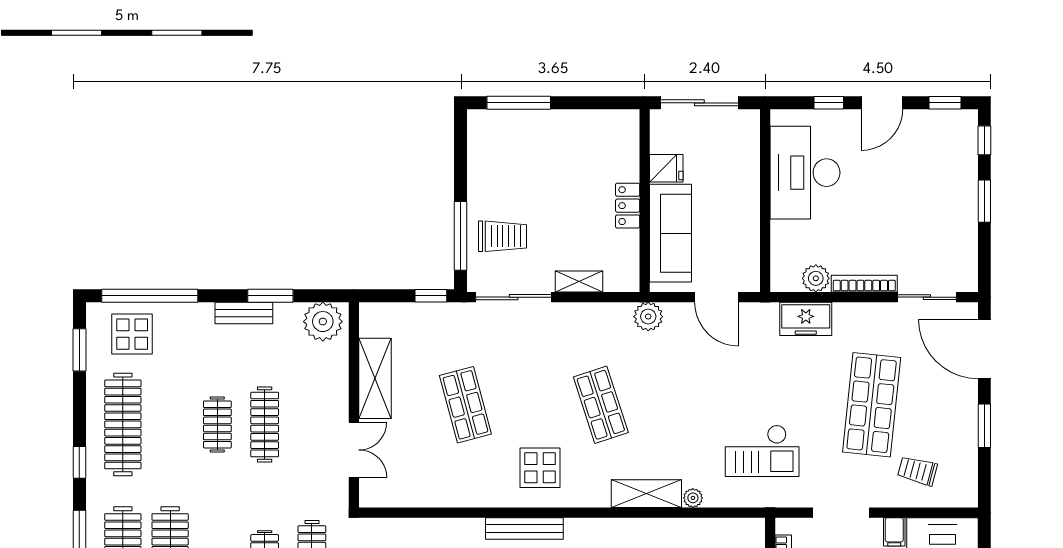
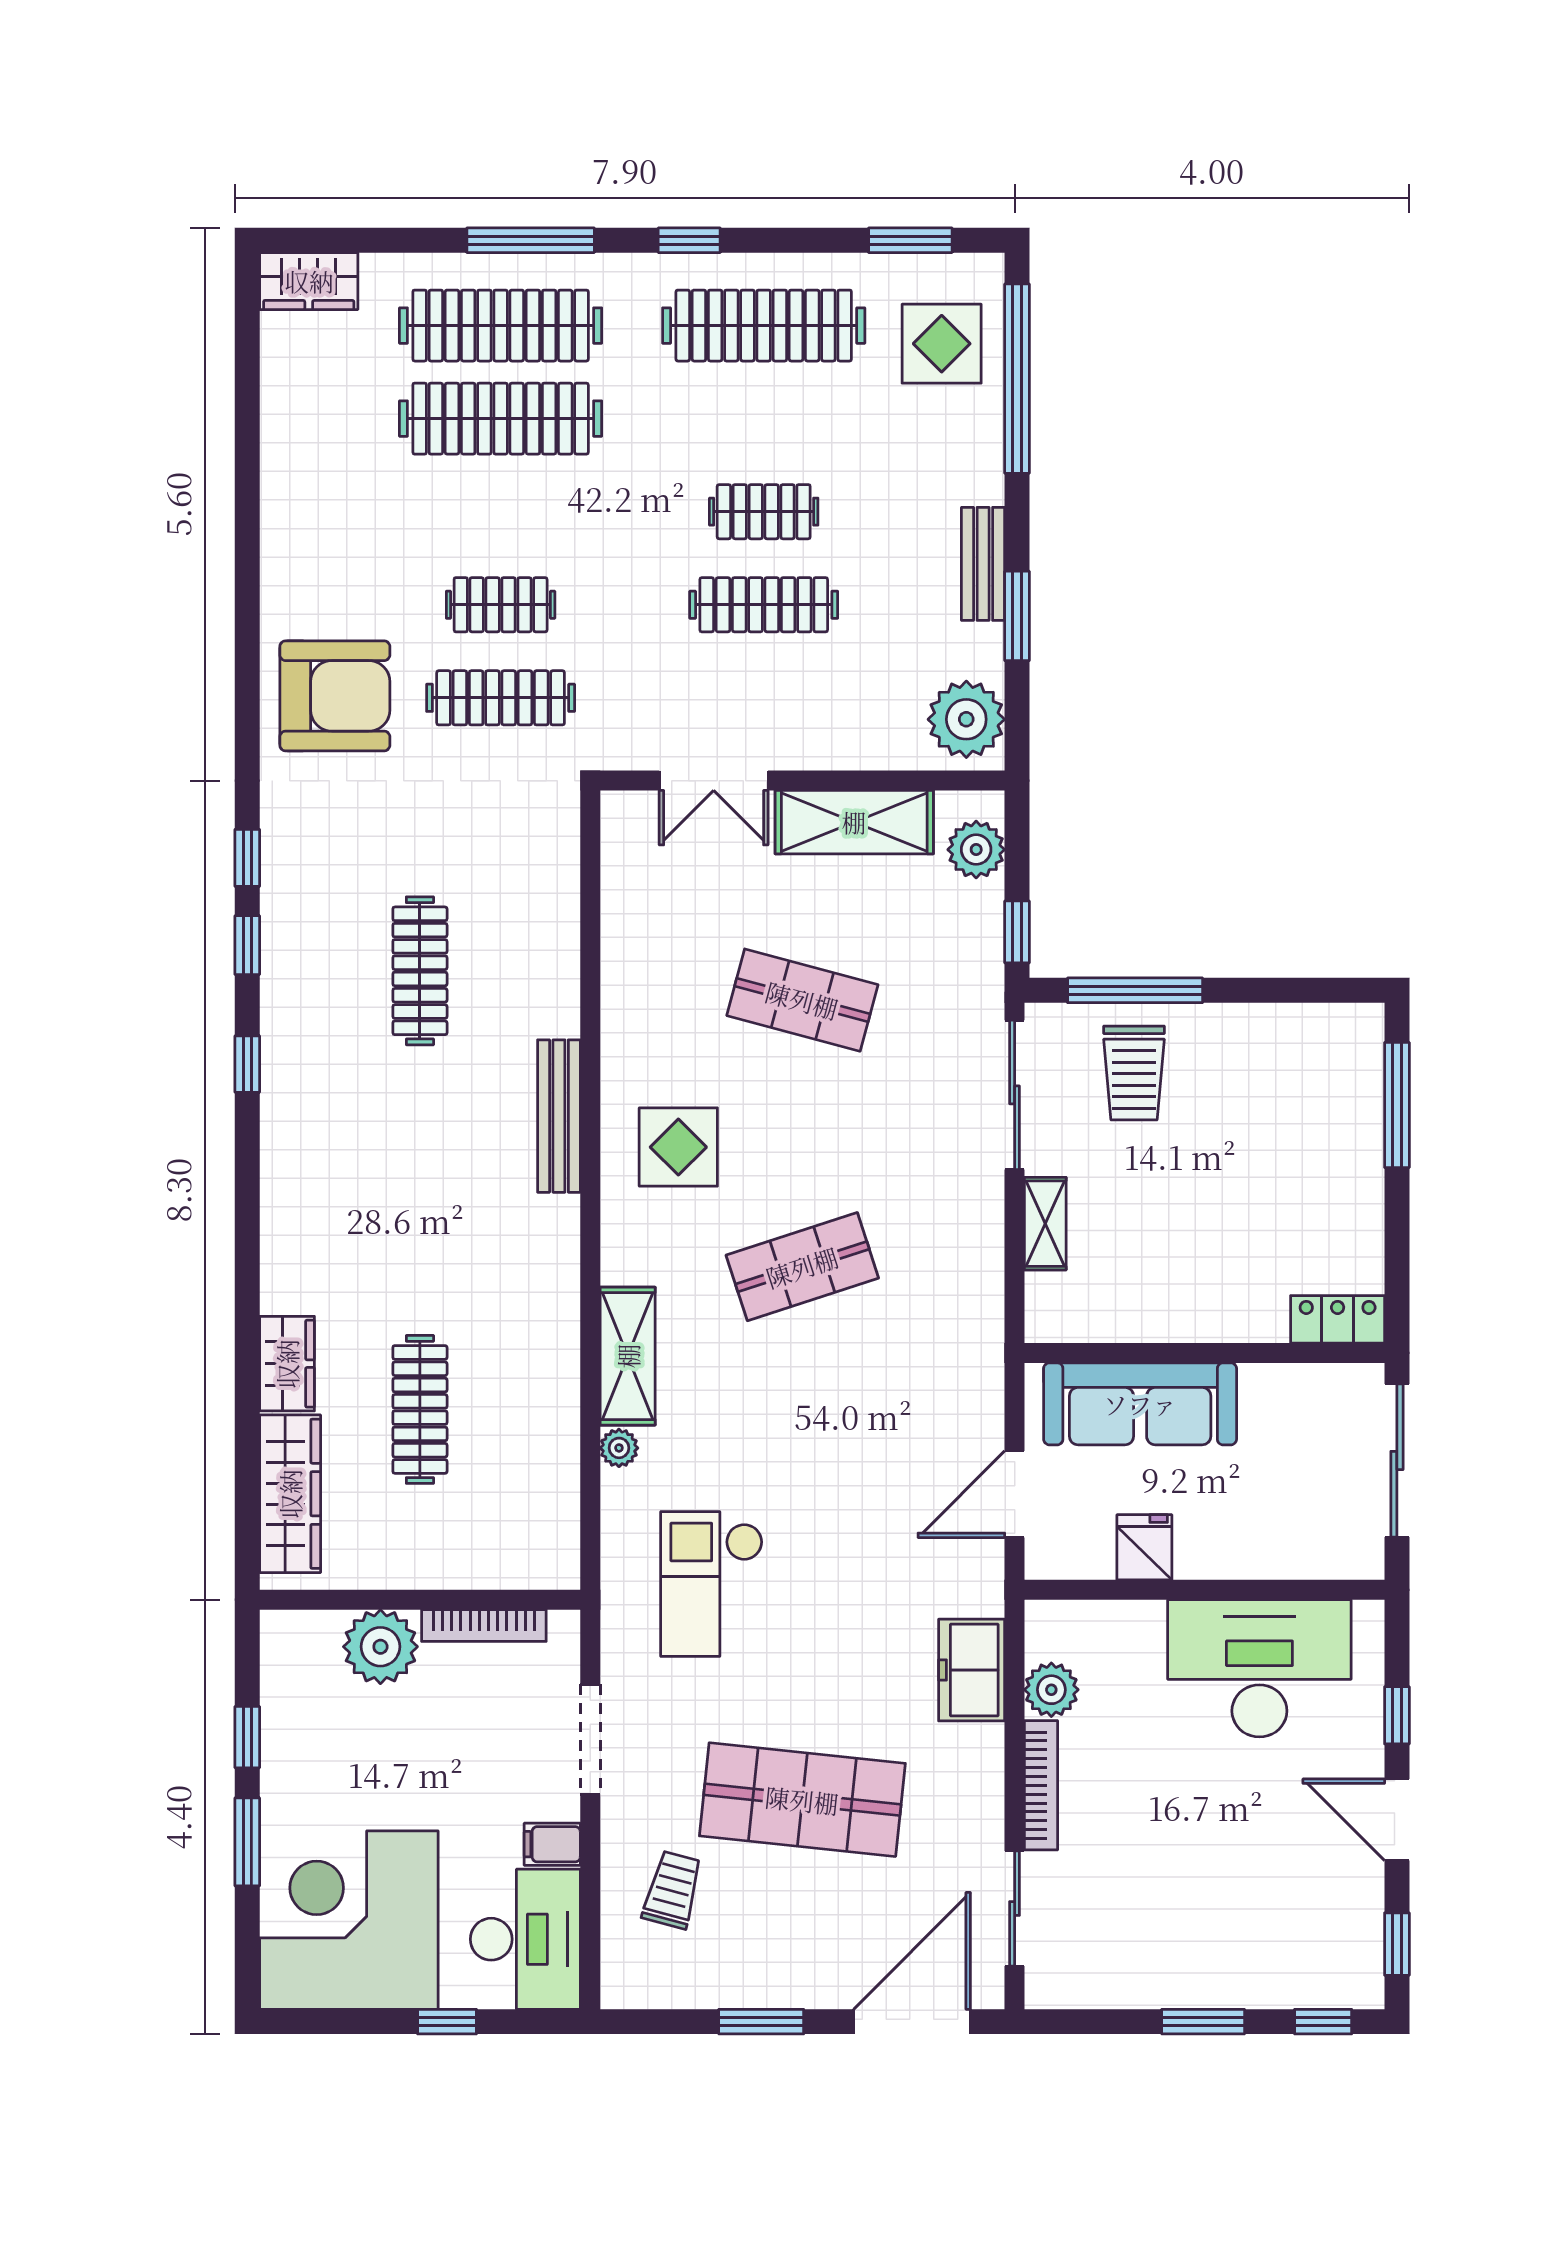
fridge: (666, 168) -> (1144, 1547), moved, turned 180
locker: (628, 206) -> (1338, 1319), moved
plant: (648, 317) -> (976, 850), moved
shop shelf: (465, 405) -> (802, 1000), turned 30

